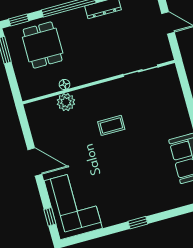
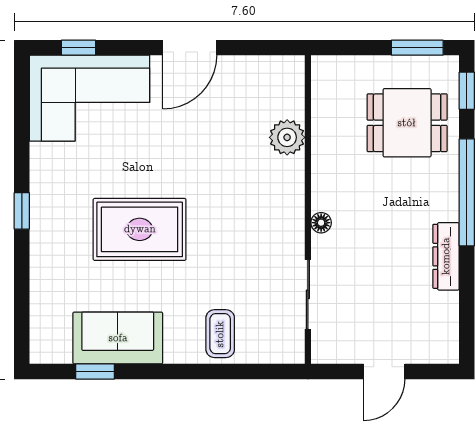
floor lamp: (65, 84) -> (321, 223), moved
coffee table: (111, 125) -> (220, 334), moved
rug: (131, 162) -> (140, 229), added

